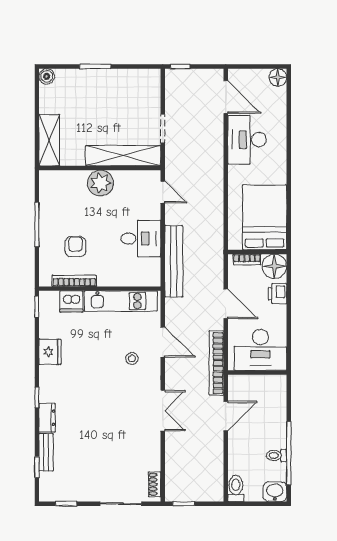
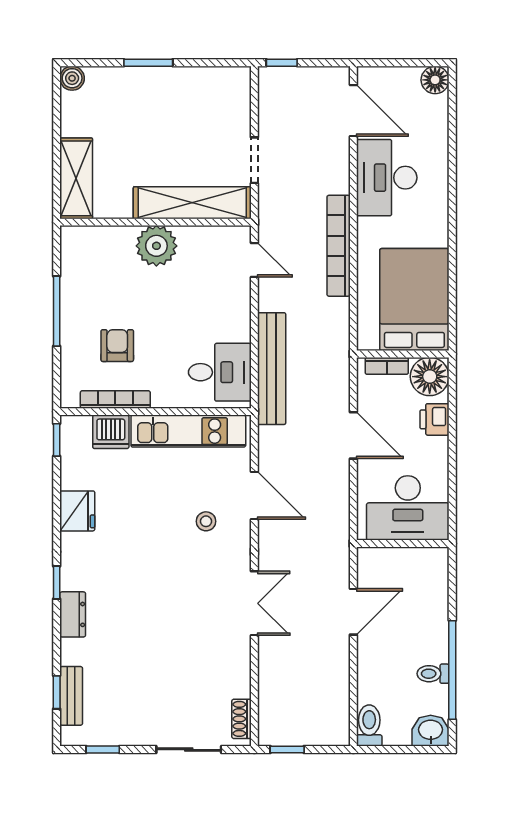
desk: (141, 239) -> (220, 372), moved
bookcase: (216, 363) -> (339, 246), moved
bench: (46, 452) -> (71, 696), moved

